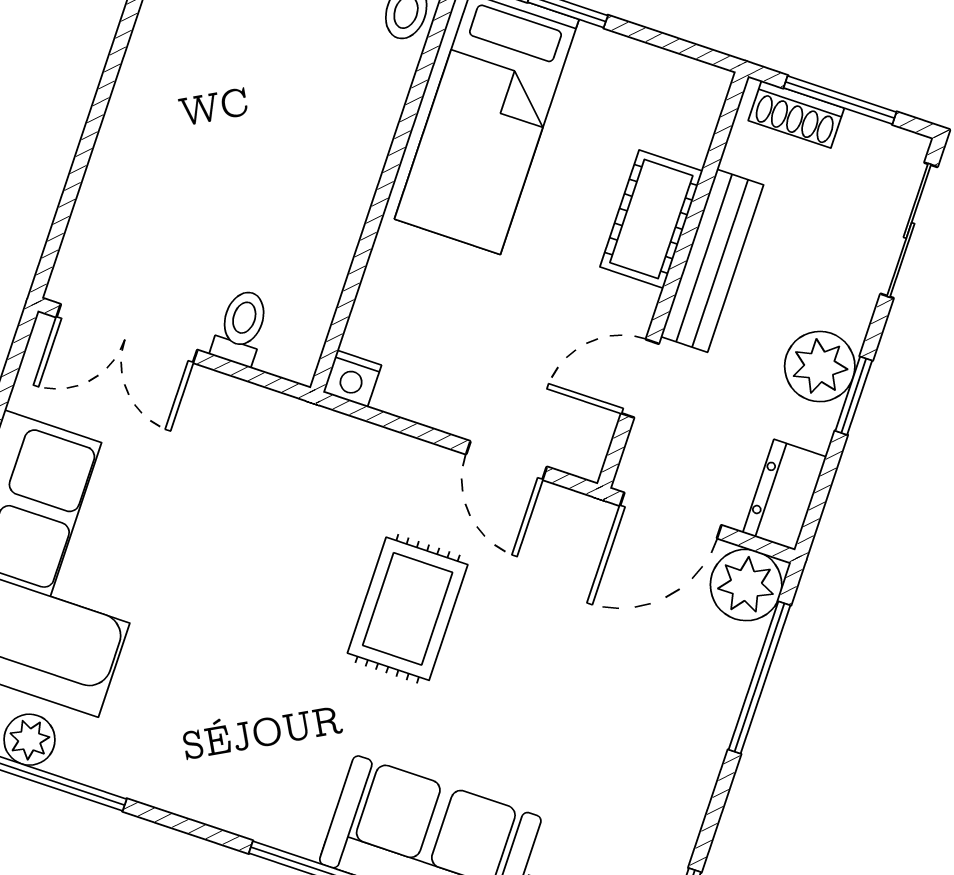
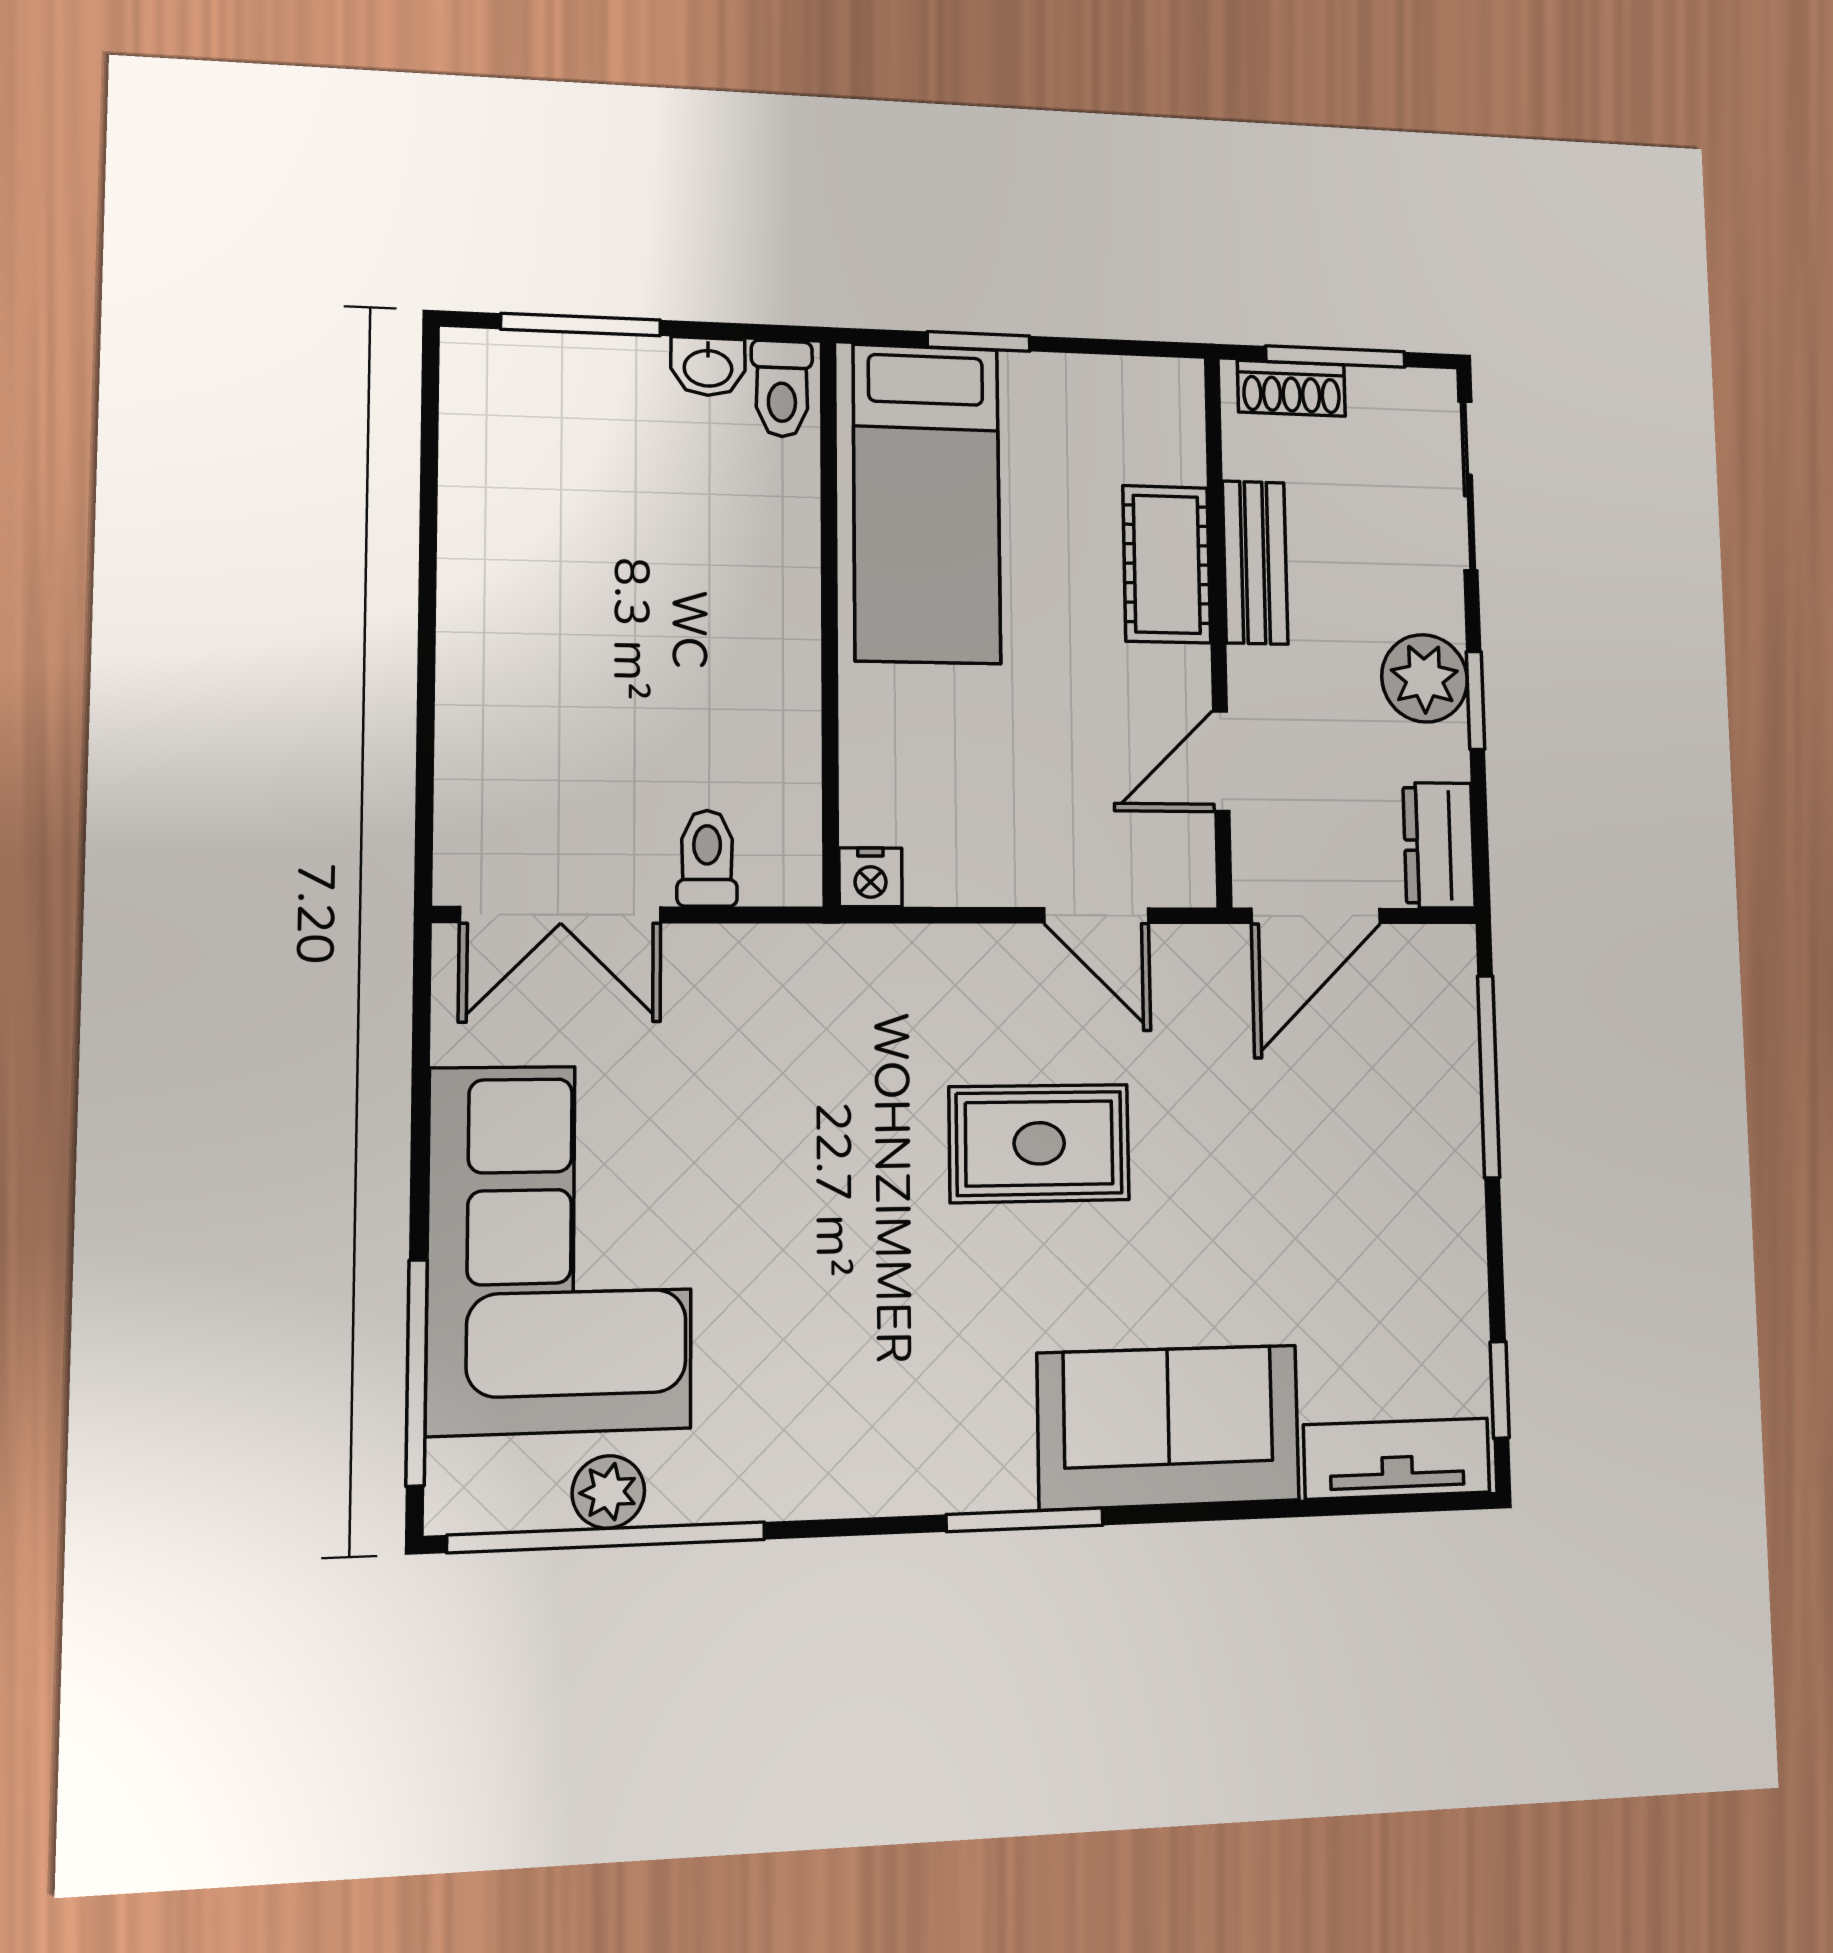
bench: (712, 261) -> (1255, 562), width x0.73
plant: (746, 585) -> (1433, 970), removed
rug: (408, 609) -> (1039, 1143), turned 90

